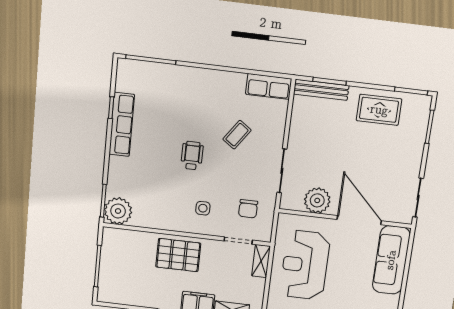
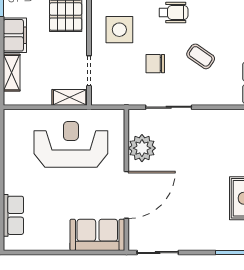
side table: (203, 208) -> (119, 30), width x1.87, depth x1.87
chair: (248, 209) -> (155, 64), moved
sofa: (391, 260) -> (97, 235), width x0.73

